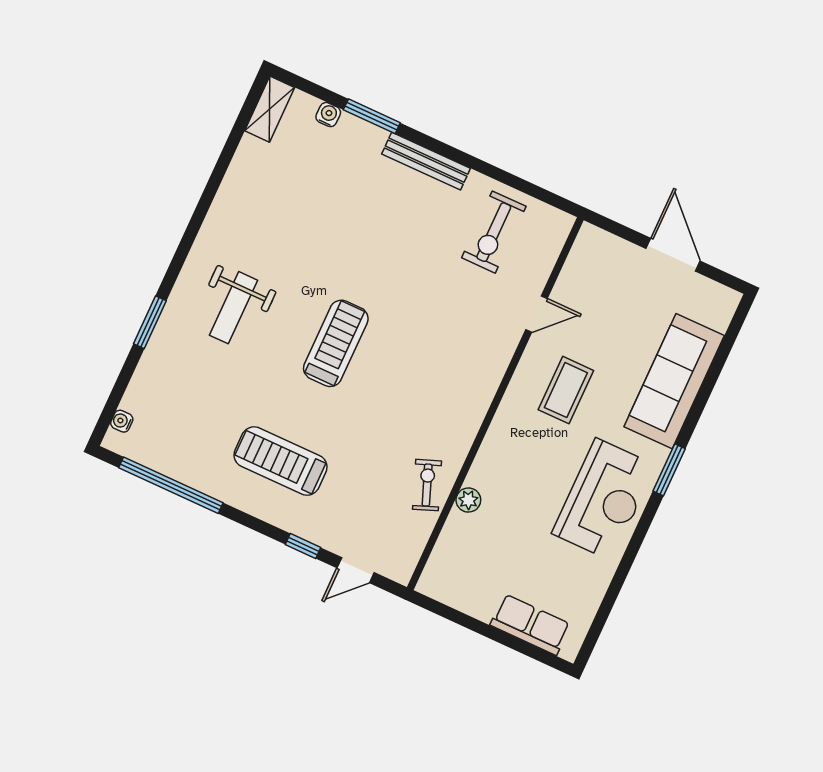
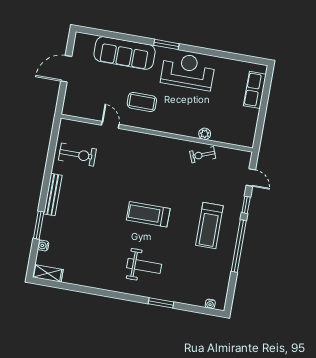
window: (171, 485) -> (239, 246), moved

